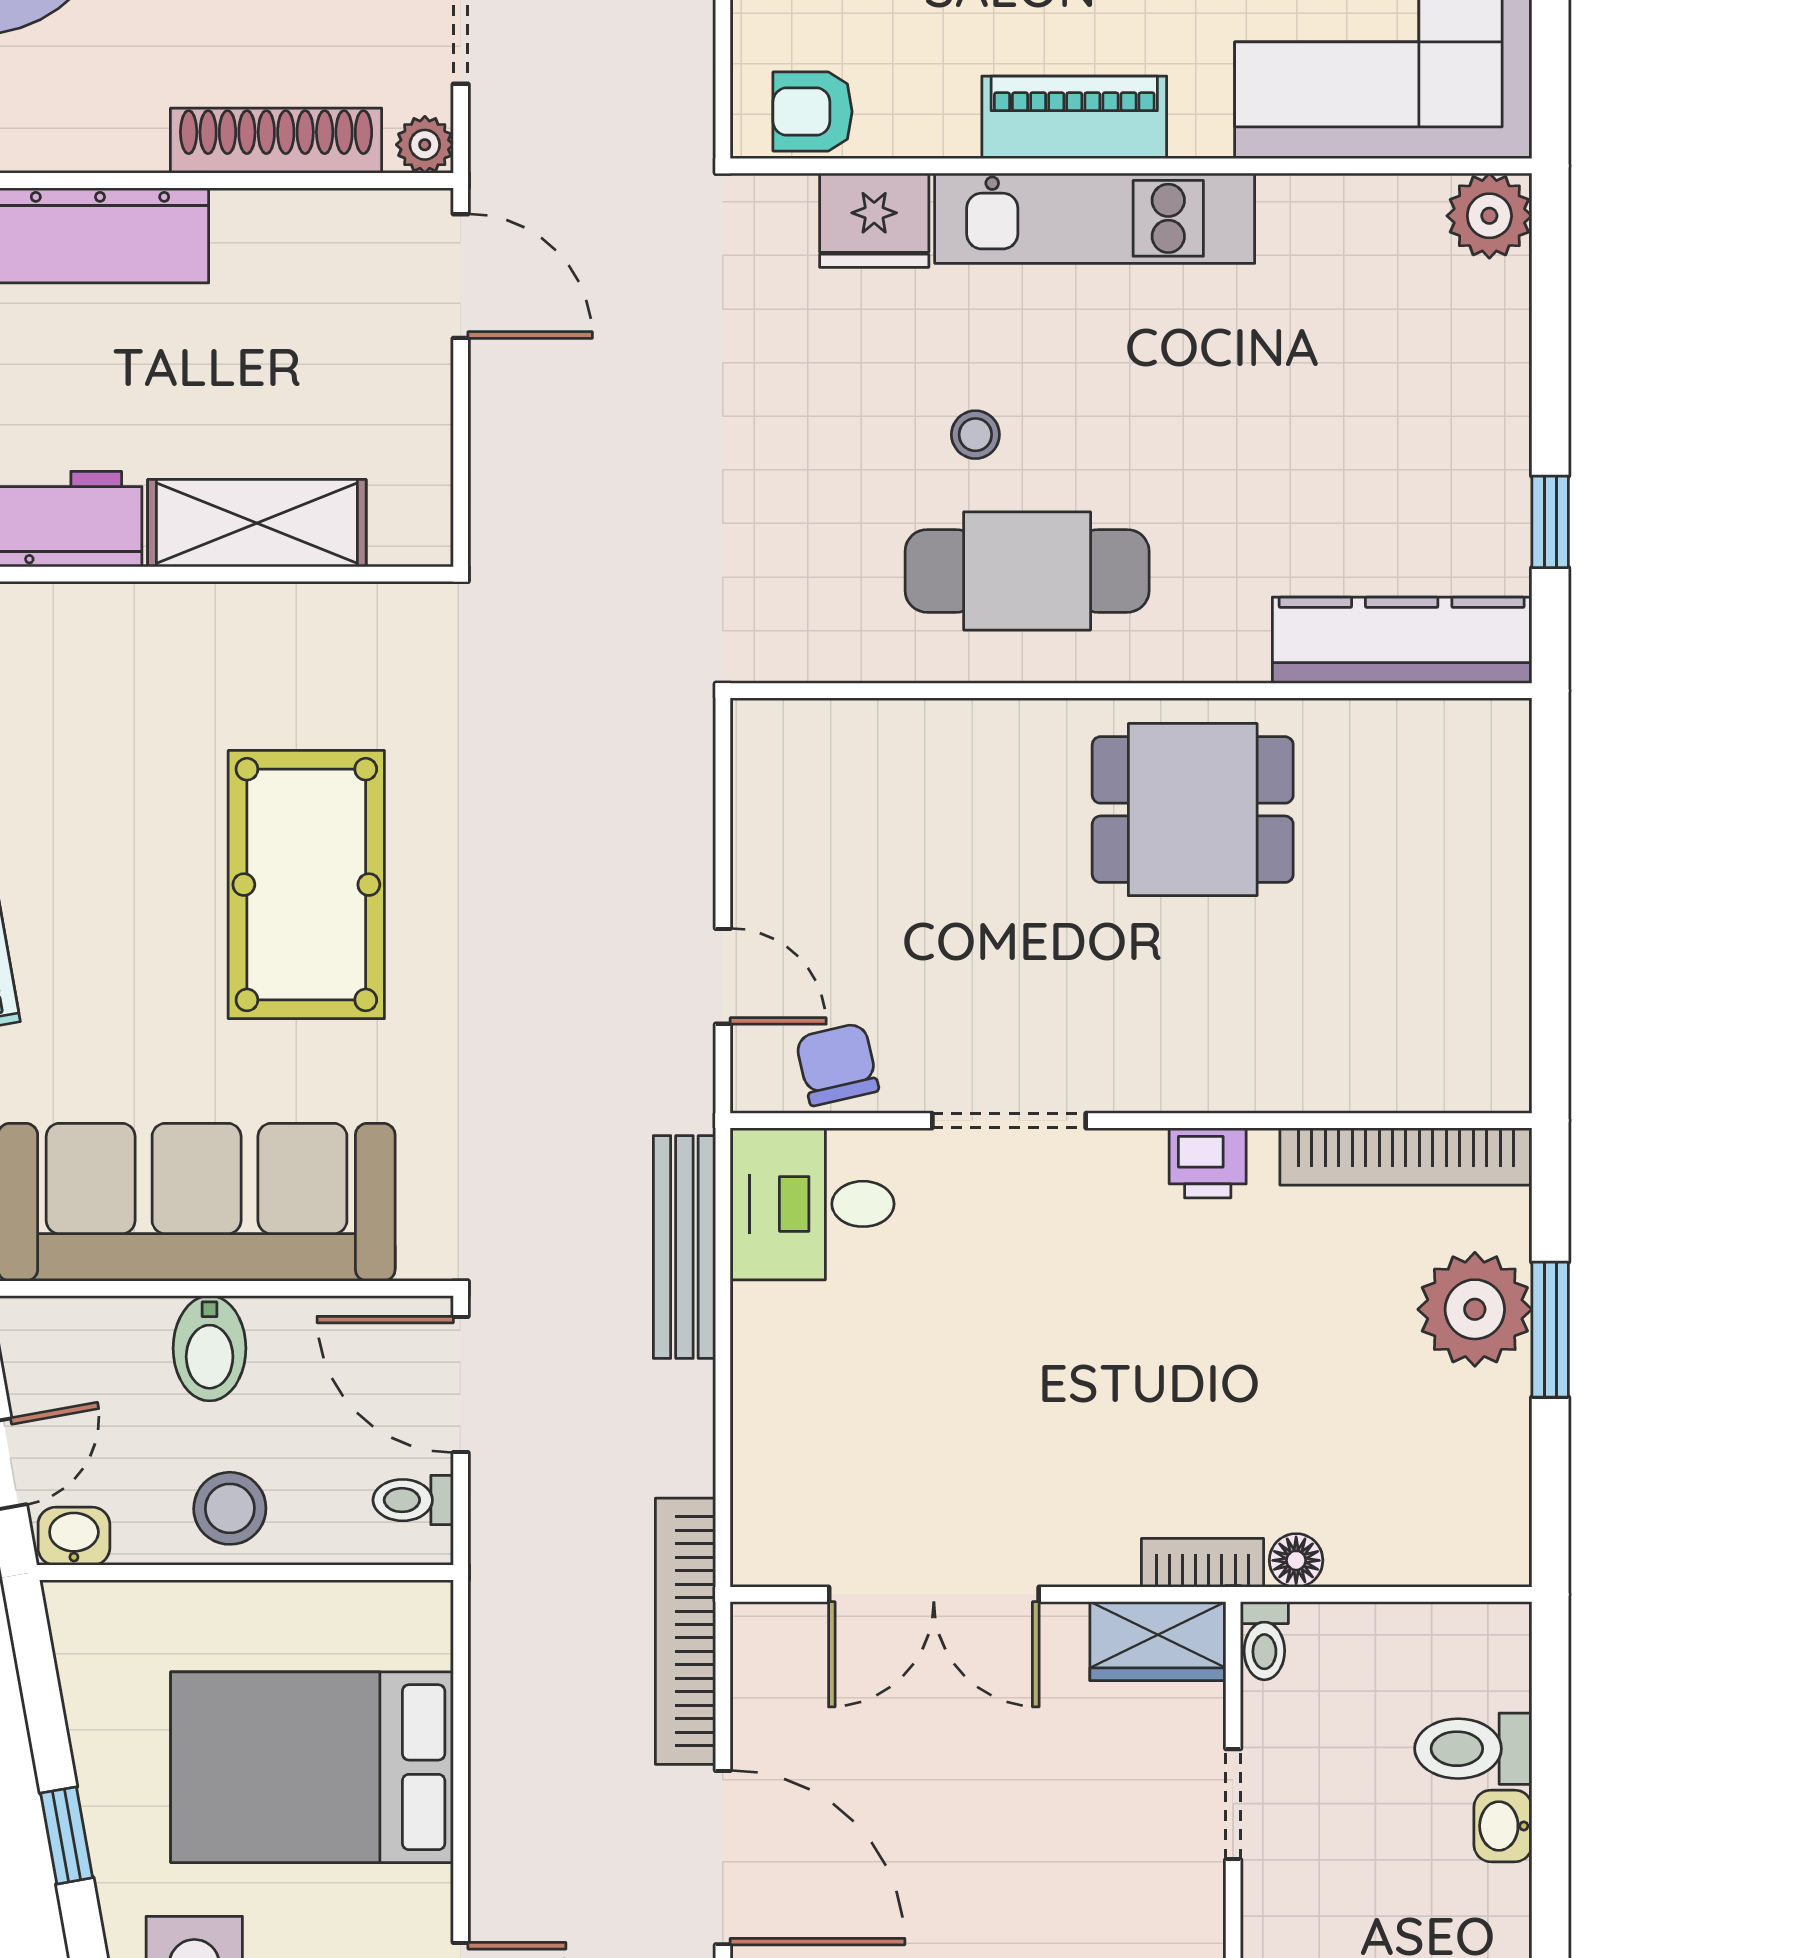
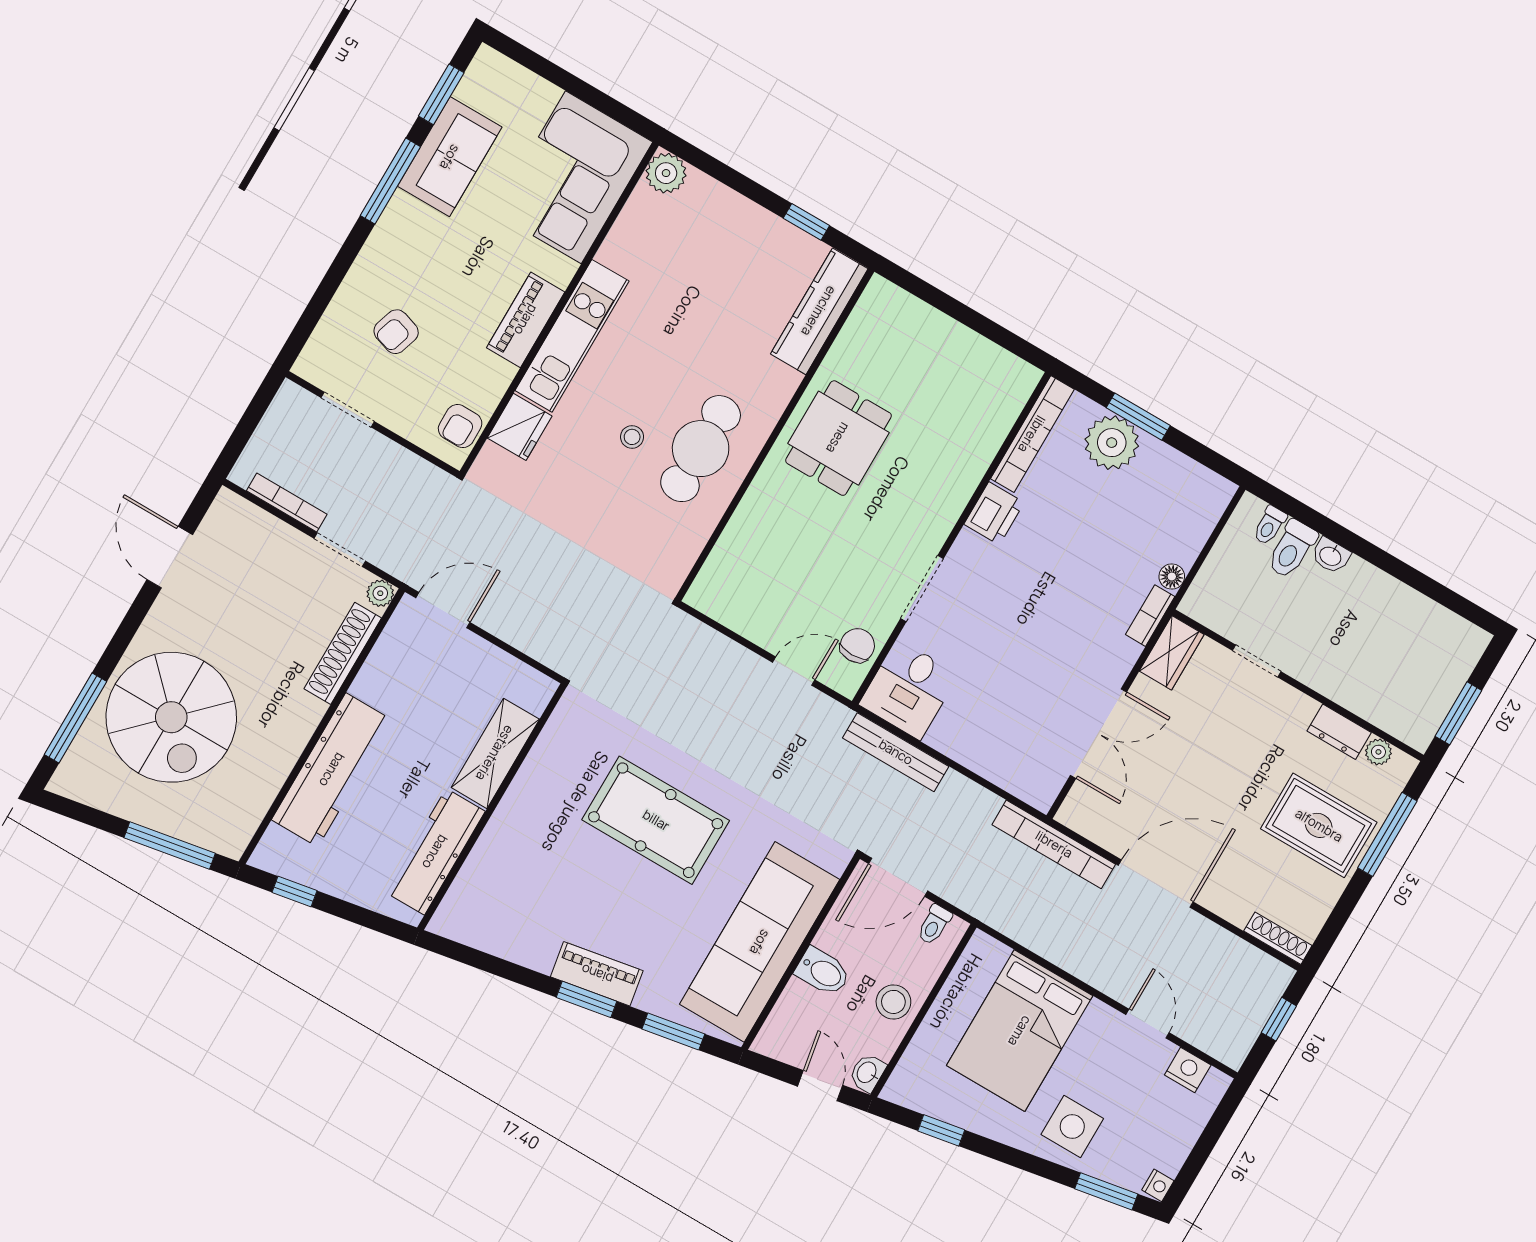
chair: (837, 1064) -> (857, 646), turned 103
printer: (1208, 1163) -> (994, 513), width x1.36, depth x1.24
toilet: (1264, 1641) -> (1270, 525), moved, turned 90
window: (67, 1835) -> (941, 1130), moved

